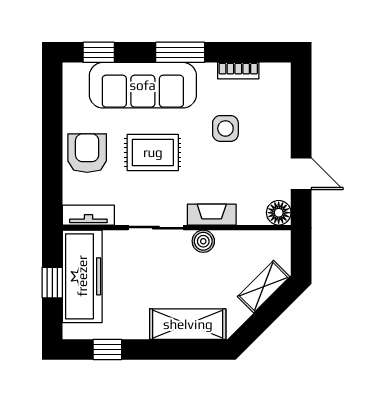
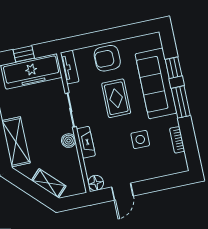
window: (99, 52) -> (174, 68), moved
armchair: (87, 153) -> (107, 58), turned 180

